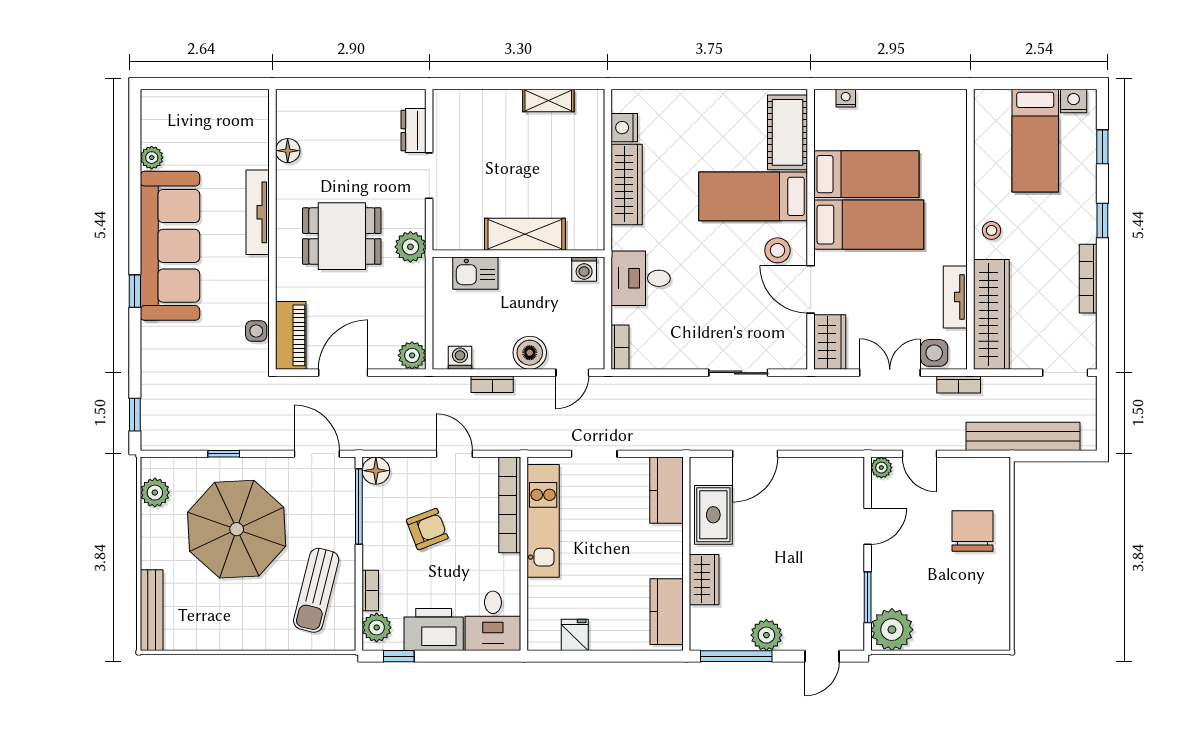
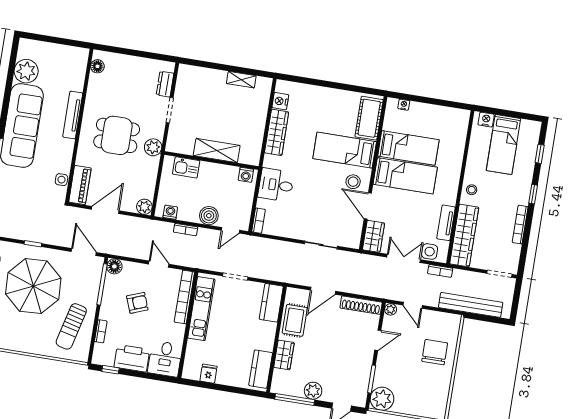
nightstand: (1074, 101) -> (486, 120), moved
floor lamp: (288, 151) -> (97, 66), moved
plant: (152, 158) -> (26, 71), width x1.87, depth x1.87
shoe rack: (827, 468) -> (361, 305), added
plant: (377, 628) -> (101, 352), removed

